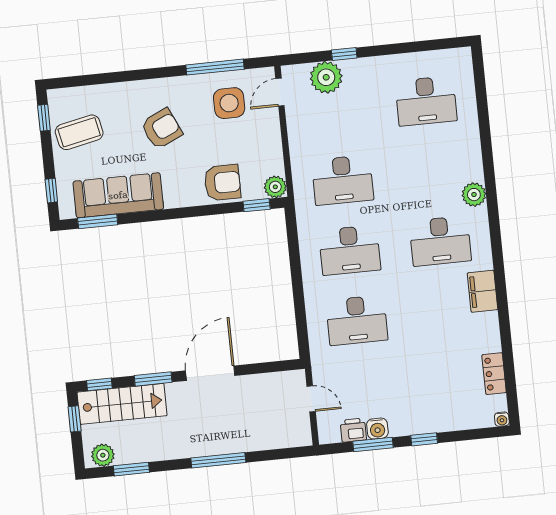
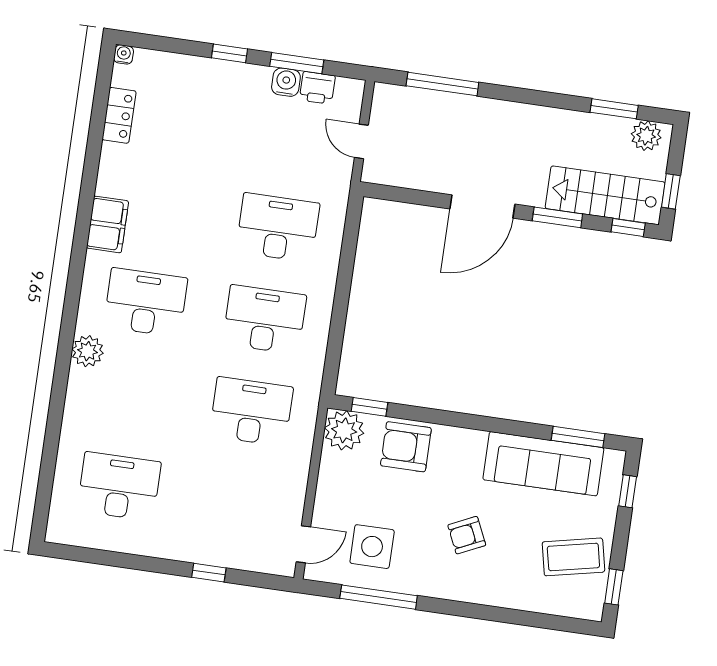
plant: (326, 77) -> (239, 548), removed
armchair: (162, 129) -> (467, 535), width x0.72, depth x0.72
plant: (275, 187) -> (344, 430), width x1.36, depth x1.36
window: (218, 460) -> (442, 84), moved

